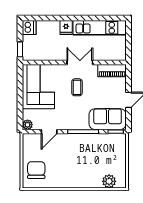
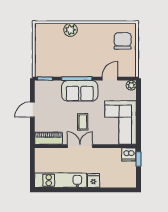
dishwasher: (29, 27) -> (129, 154), moved, turned -90
double door: (80, 63) -> (80, 146), swing flipped
sofa: (108, 119) -> (80, 91), moved
chair: (36, 170) -> (123, 41), turned 180
plant: (109, 181) -> (70, 30), moved

